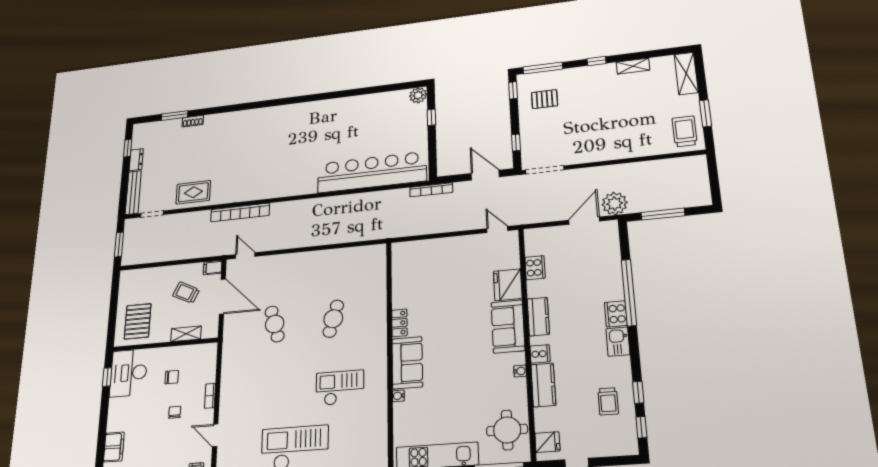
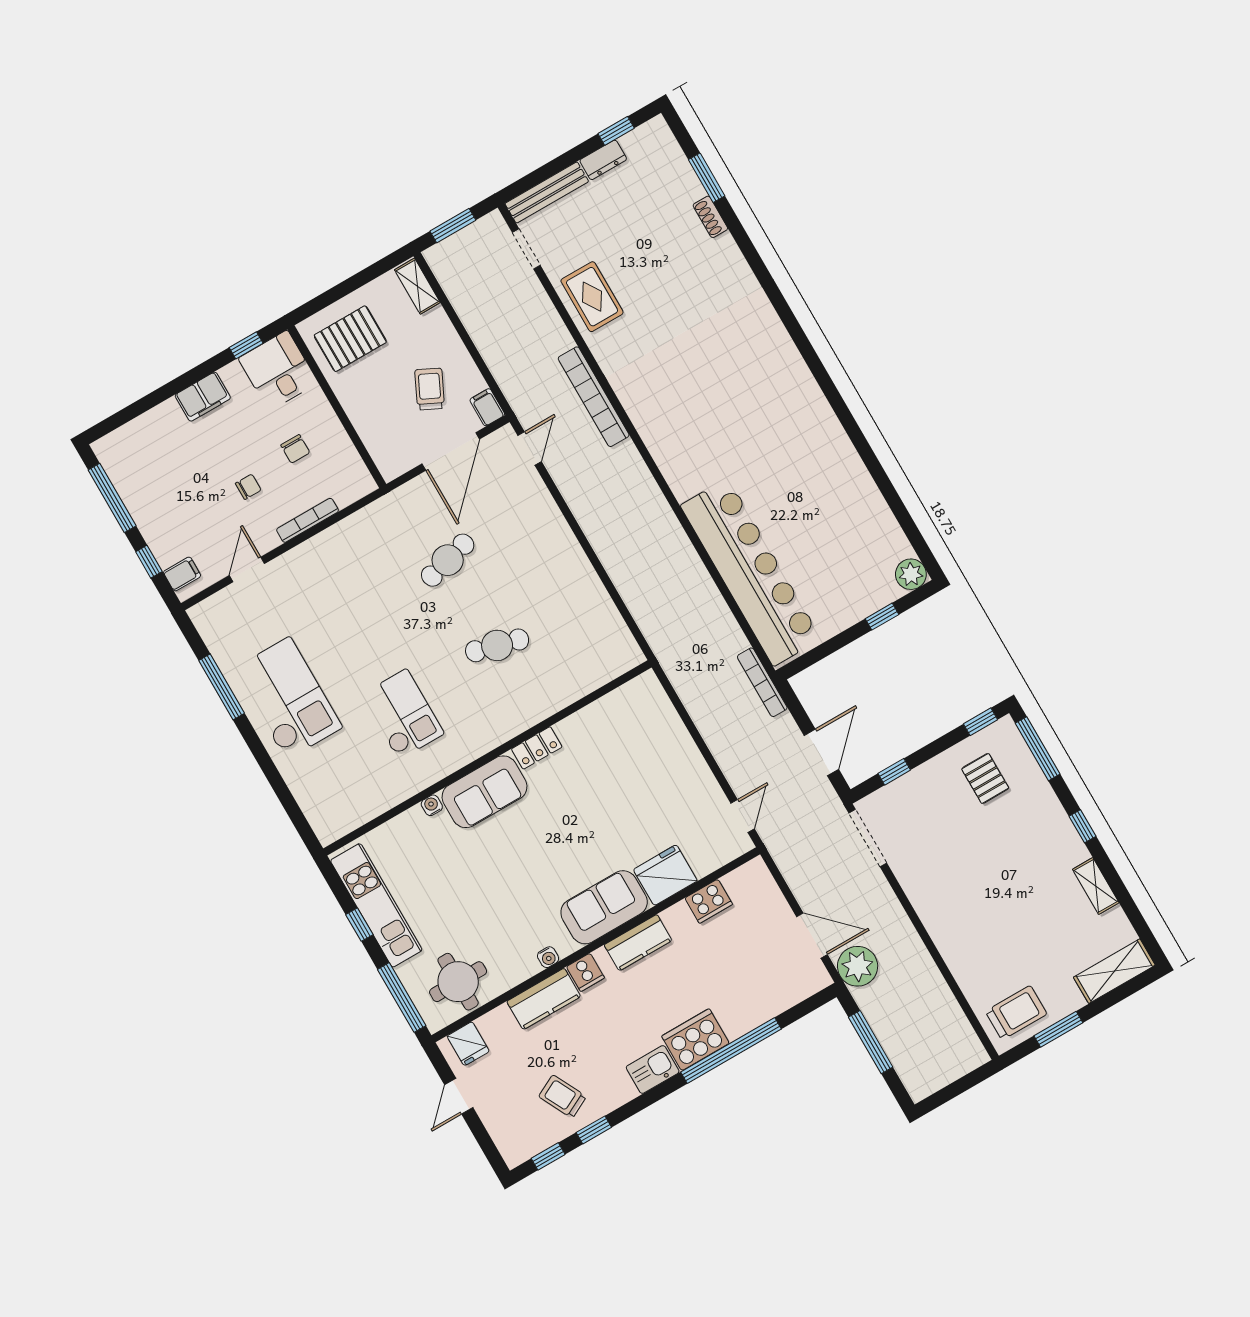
cooker: (616, 314) -> (695, 1040), width x1.37, depth x1.31
shelving: (186, 334) -> (417, 286), moved
desk: (129, 373) -> (278, 371), width x0.73
bookcase: (210, 396) -> (308, 520), width x1.56
trolley: (608, 401) -> (563, 1096), turned 63
filing cabinet: (114, 447) -> (203, 397), moved

